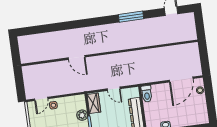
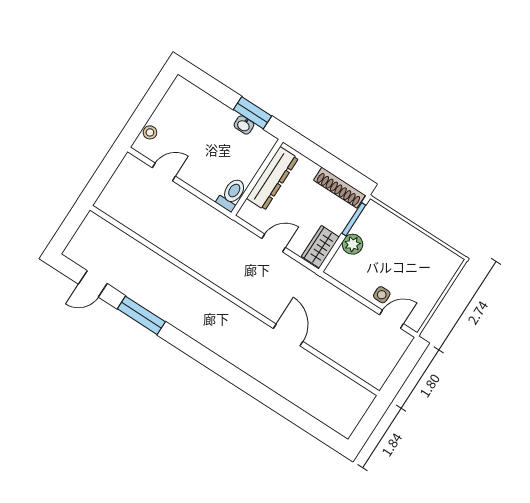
window: (131, 17) -> (141, 315), moved
door: (181, 79) -> (164, 172), width x0.53
door: (114, 89) -> (274, 243), hinge flipped

